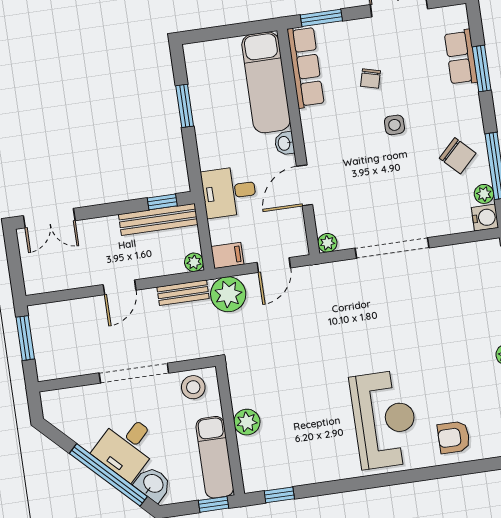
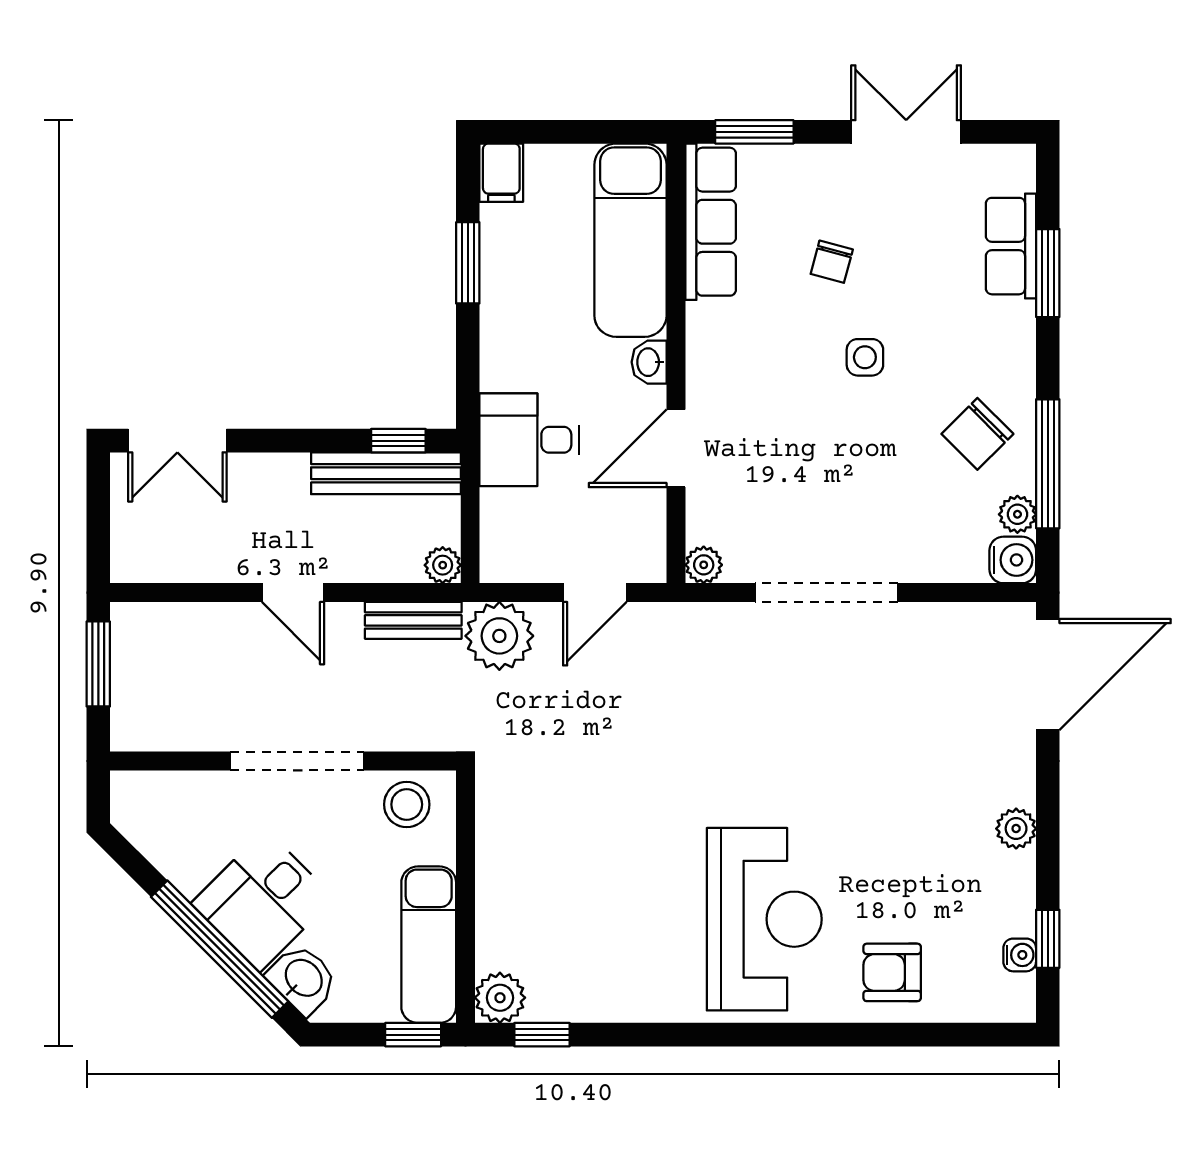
chair: (458, 156) -> (977, 434), turned 90
filing cabinet: (227, 255) -> (501, 173), moved, turned 90
door: (120, 287) -> (293, 593), hinge flipped
plant: (247, 422) -> (500, 998), moved

